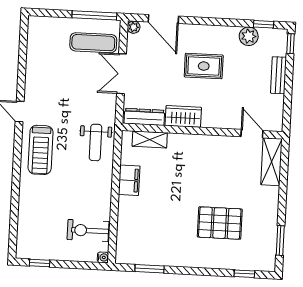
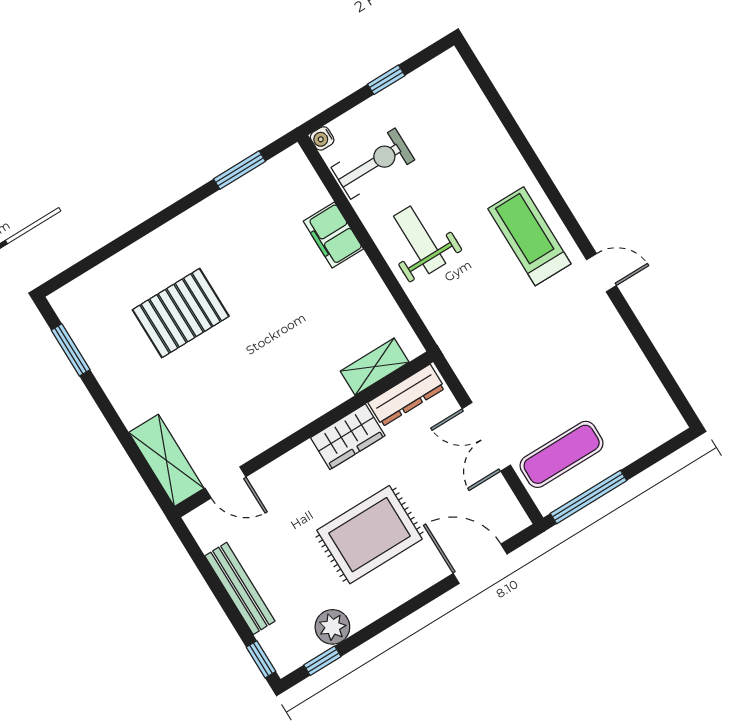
plant: (134, 27) -> (517, 520), removed
rug: (204, 66) -> (370, 535), width x1.36, depth x1.43
double door: (121, 74) -> (486, 437), swing flipped
bench: (278, 75) -> (240, 588), width x1.36
weight bench: (95, 142) -> (420, 240), moved
filing cabinet: (129, 180) -> (333, 235), moved
window: (40, 263) -> (386, 80), moved
window: (244, 274) -> (90, 262), removed

